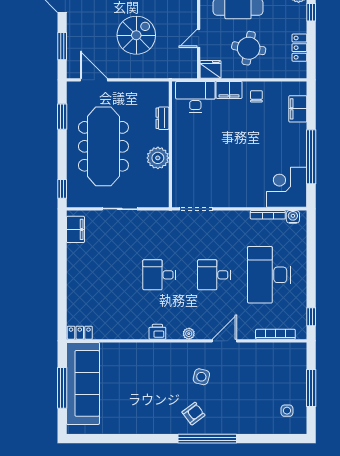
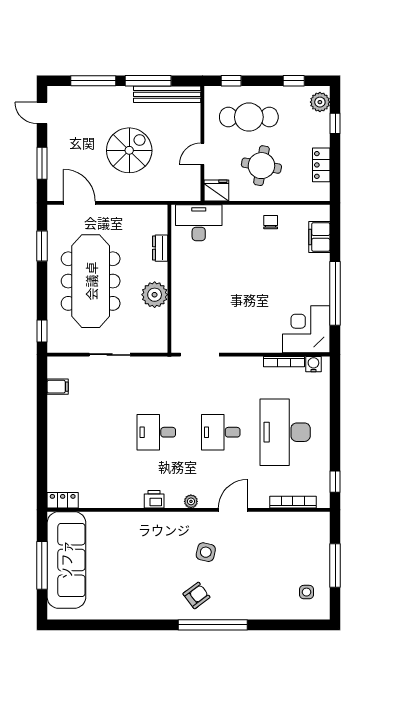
filing cabinet: (229, 90) -> (238, 215), removed
filing cabinet: (75, 229) -> (58, 387), width x0.50

